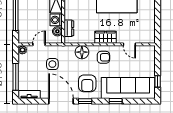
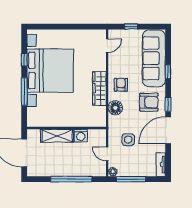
dresser: (69, 28) -> (90, 122), removed
boiler: (57, 31) -> (93, 134), removed
wardrobe: (105, 37) -> (99, 88), width x1.50
door: (129, 44) -> (107, 46), moved
window: (16, 77) -> (131, 179), moved
window: (158, 81) -> (131, 27), moved

